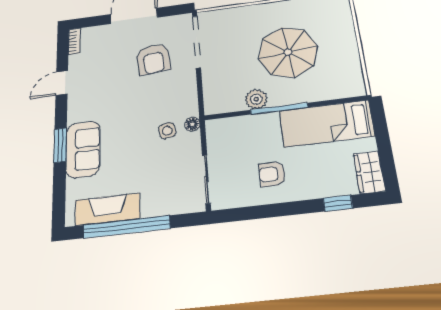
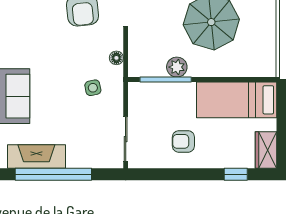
window: (279, 109) -> (166, 80), moved
floor lamp: (192, 124) -> (116, 58), moved

